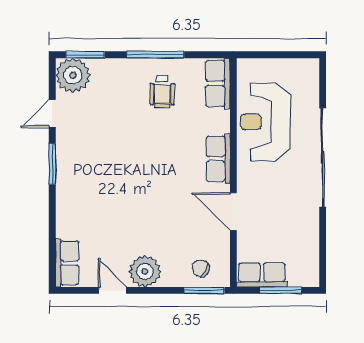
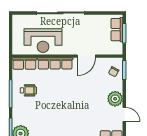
row of seats: (218, 159) -> (55, 63), width x1.48
row of seats: (262, 275) -> (117, 30), moved
door: (112, 290) -> (124, 114), swing flipped

